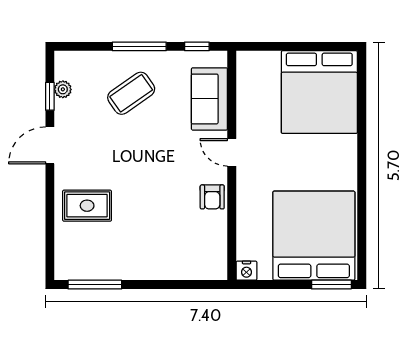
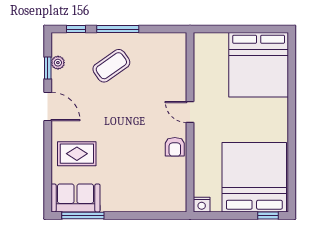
window: (197, 46) -> (76, 29), moved
sofa: (209, 99) -> (76, 198), moved, turned 90
door: (50, 145) -> (48, 107), swing flipped
window: (331, 285) -> (268, 215), width x0.67

